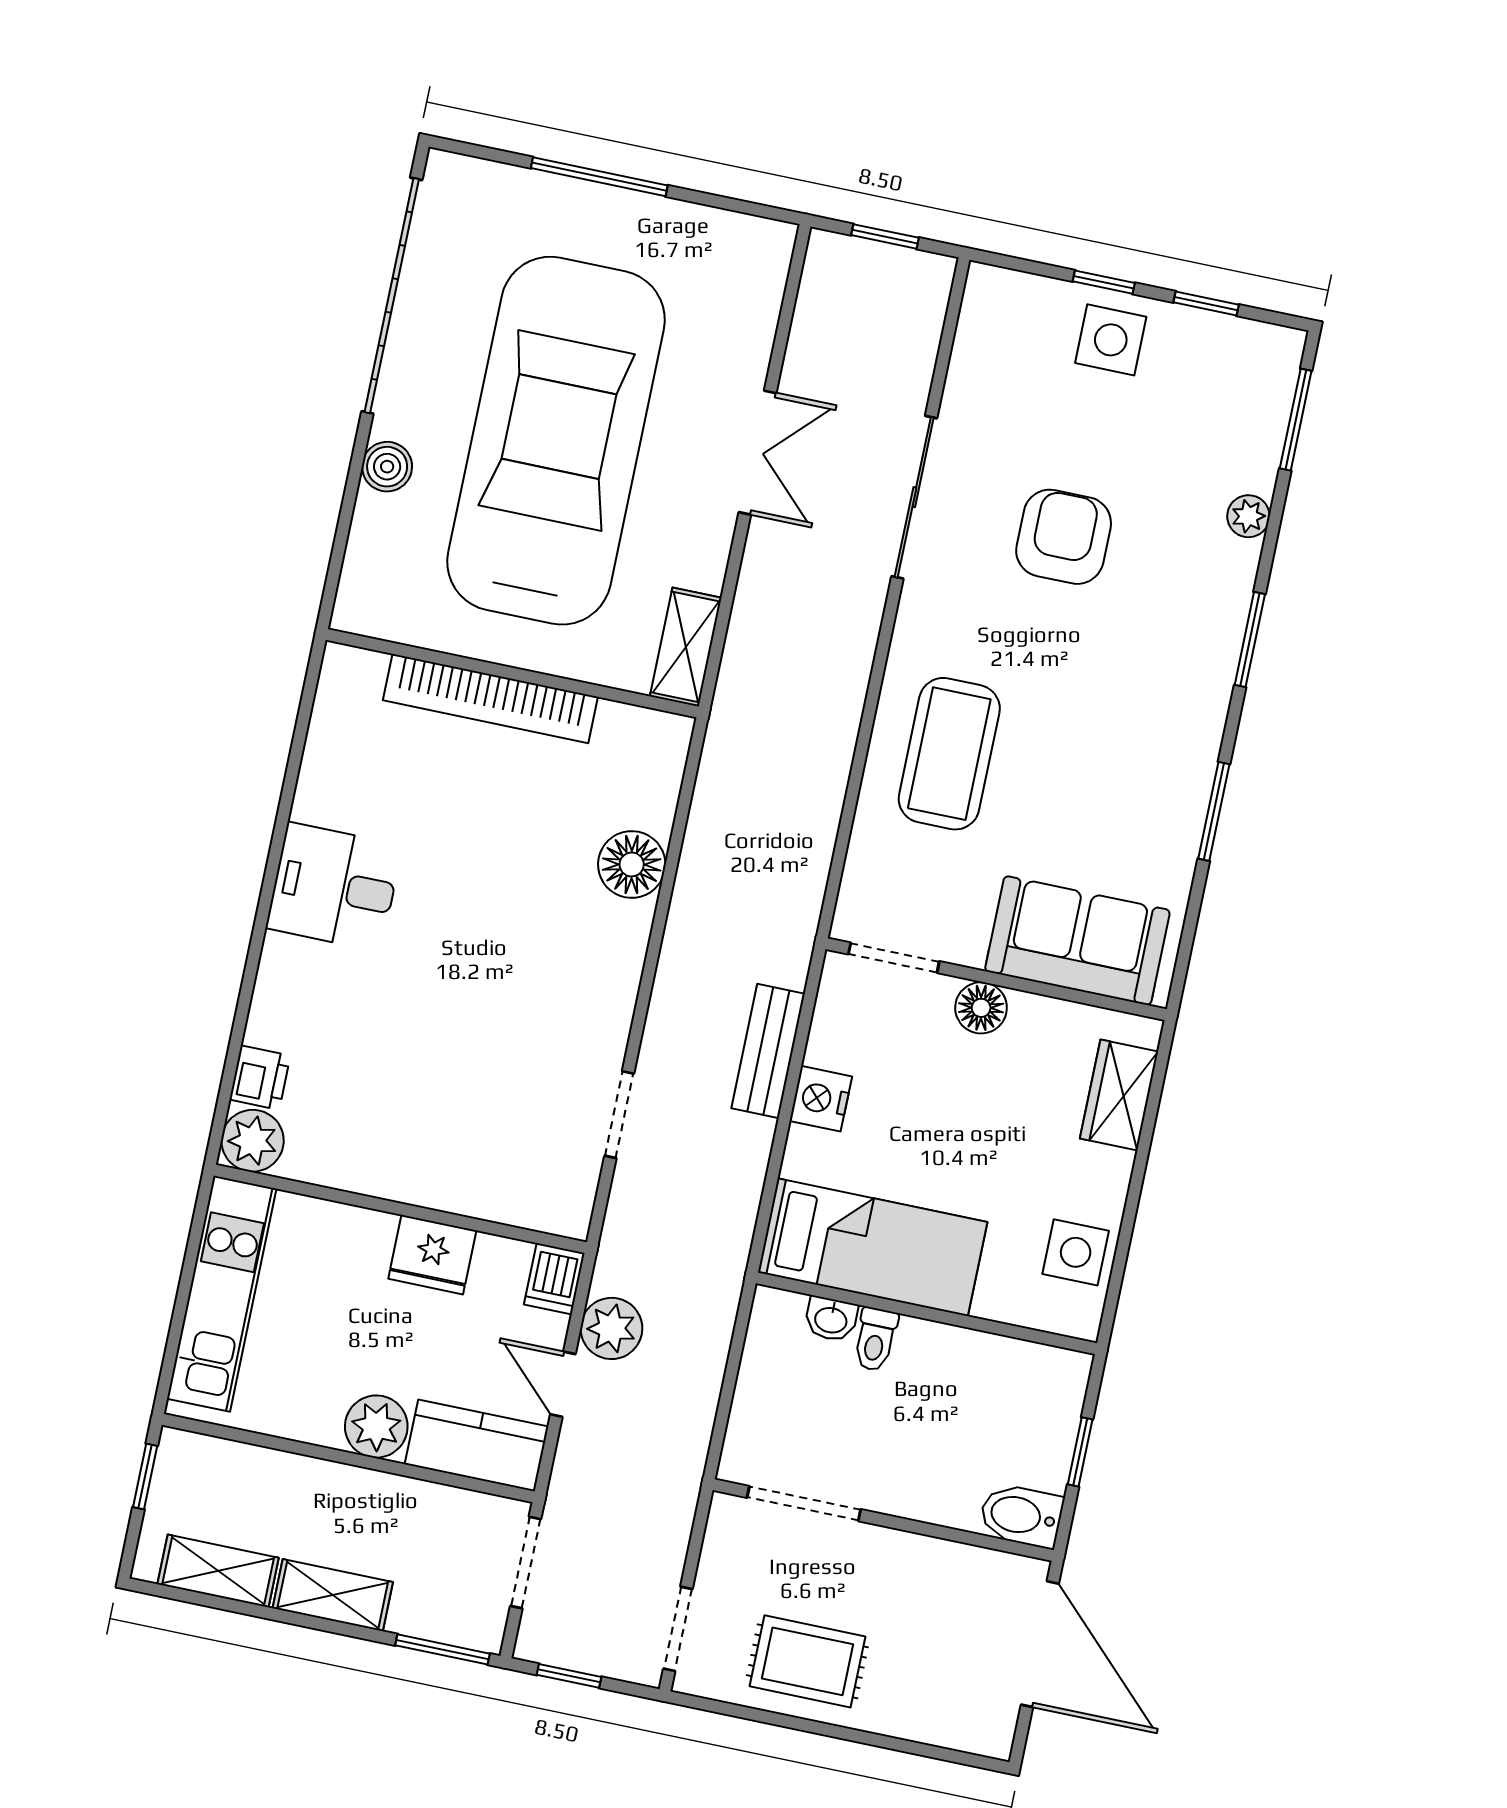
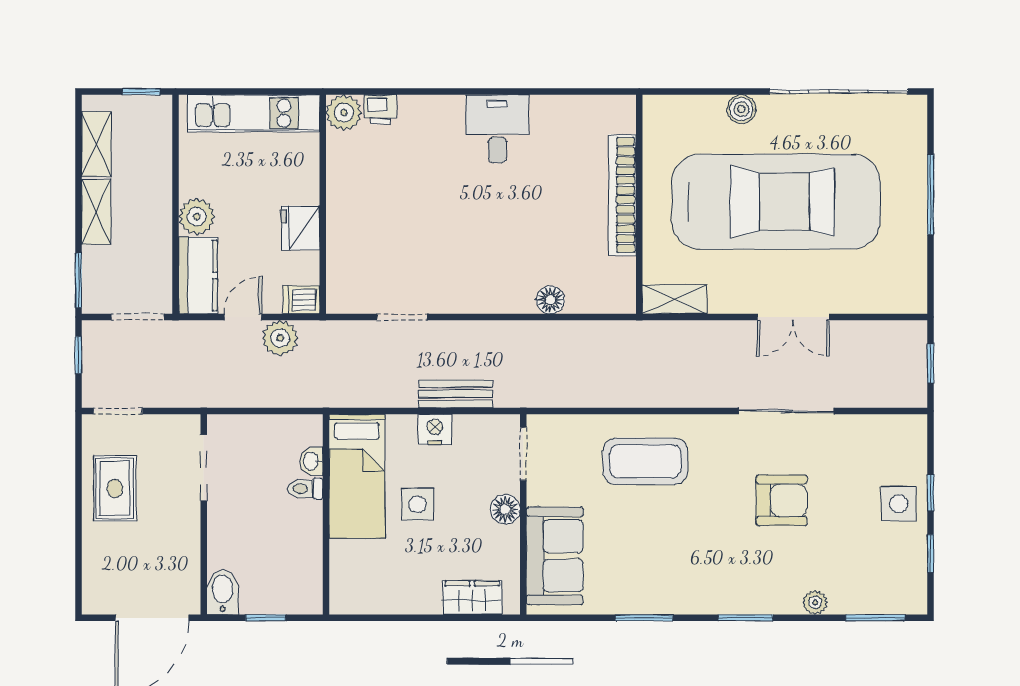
floor lamp: (632, 864) -> (550, 300), width x0.73, depth x0.73
side table: (1076, 1252) -> (417, 504), moved

